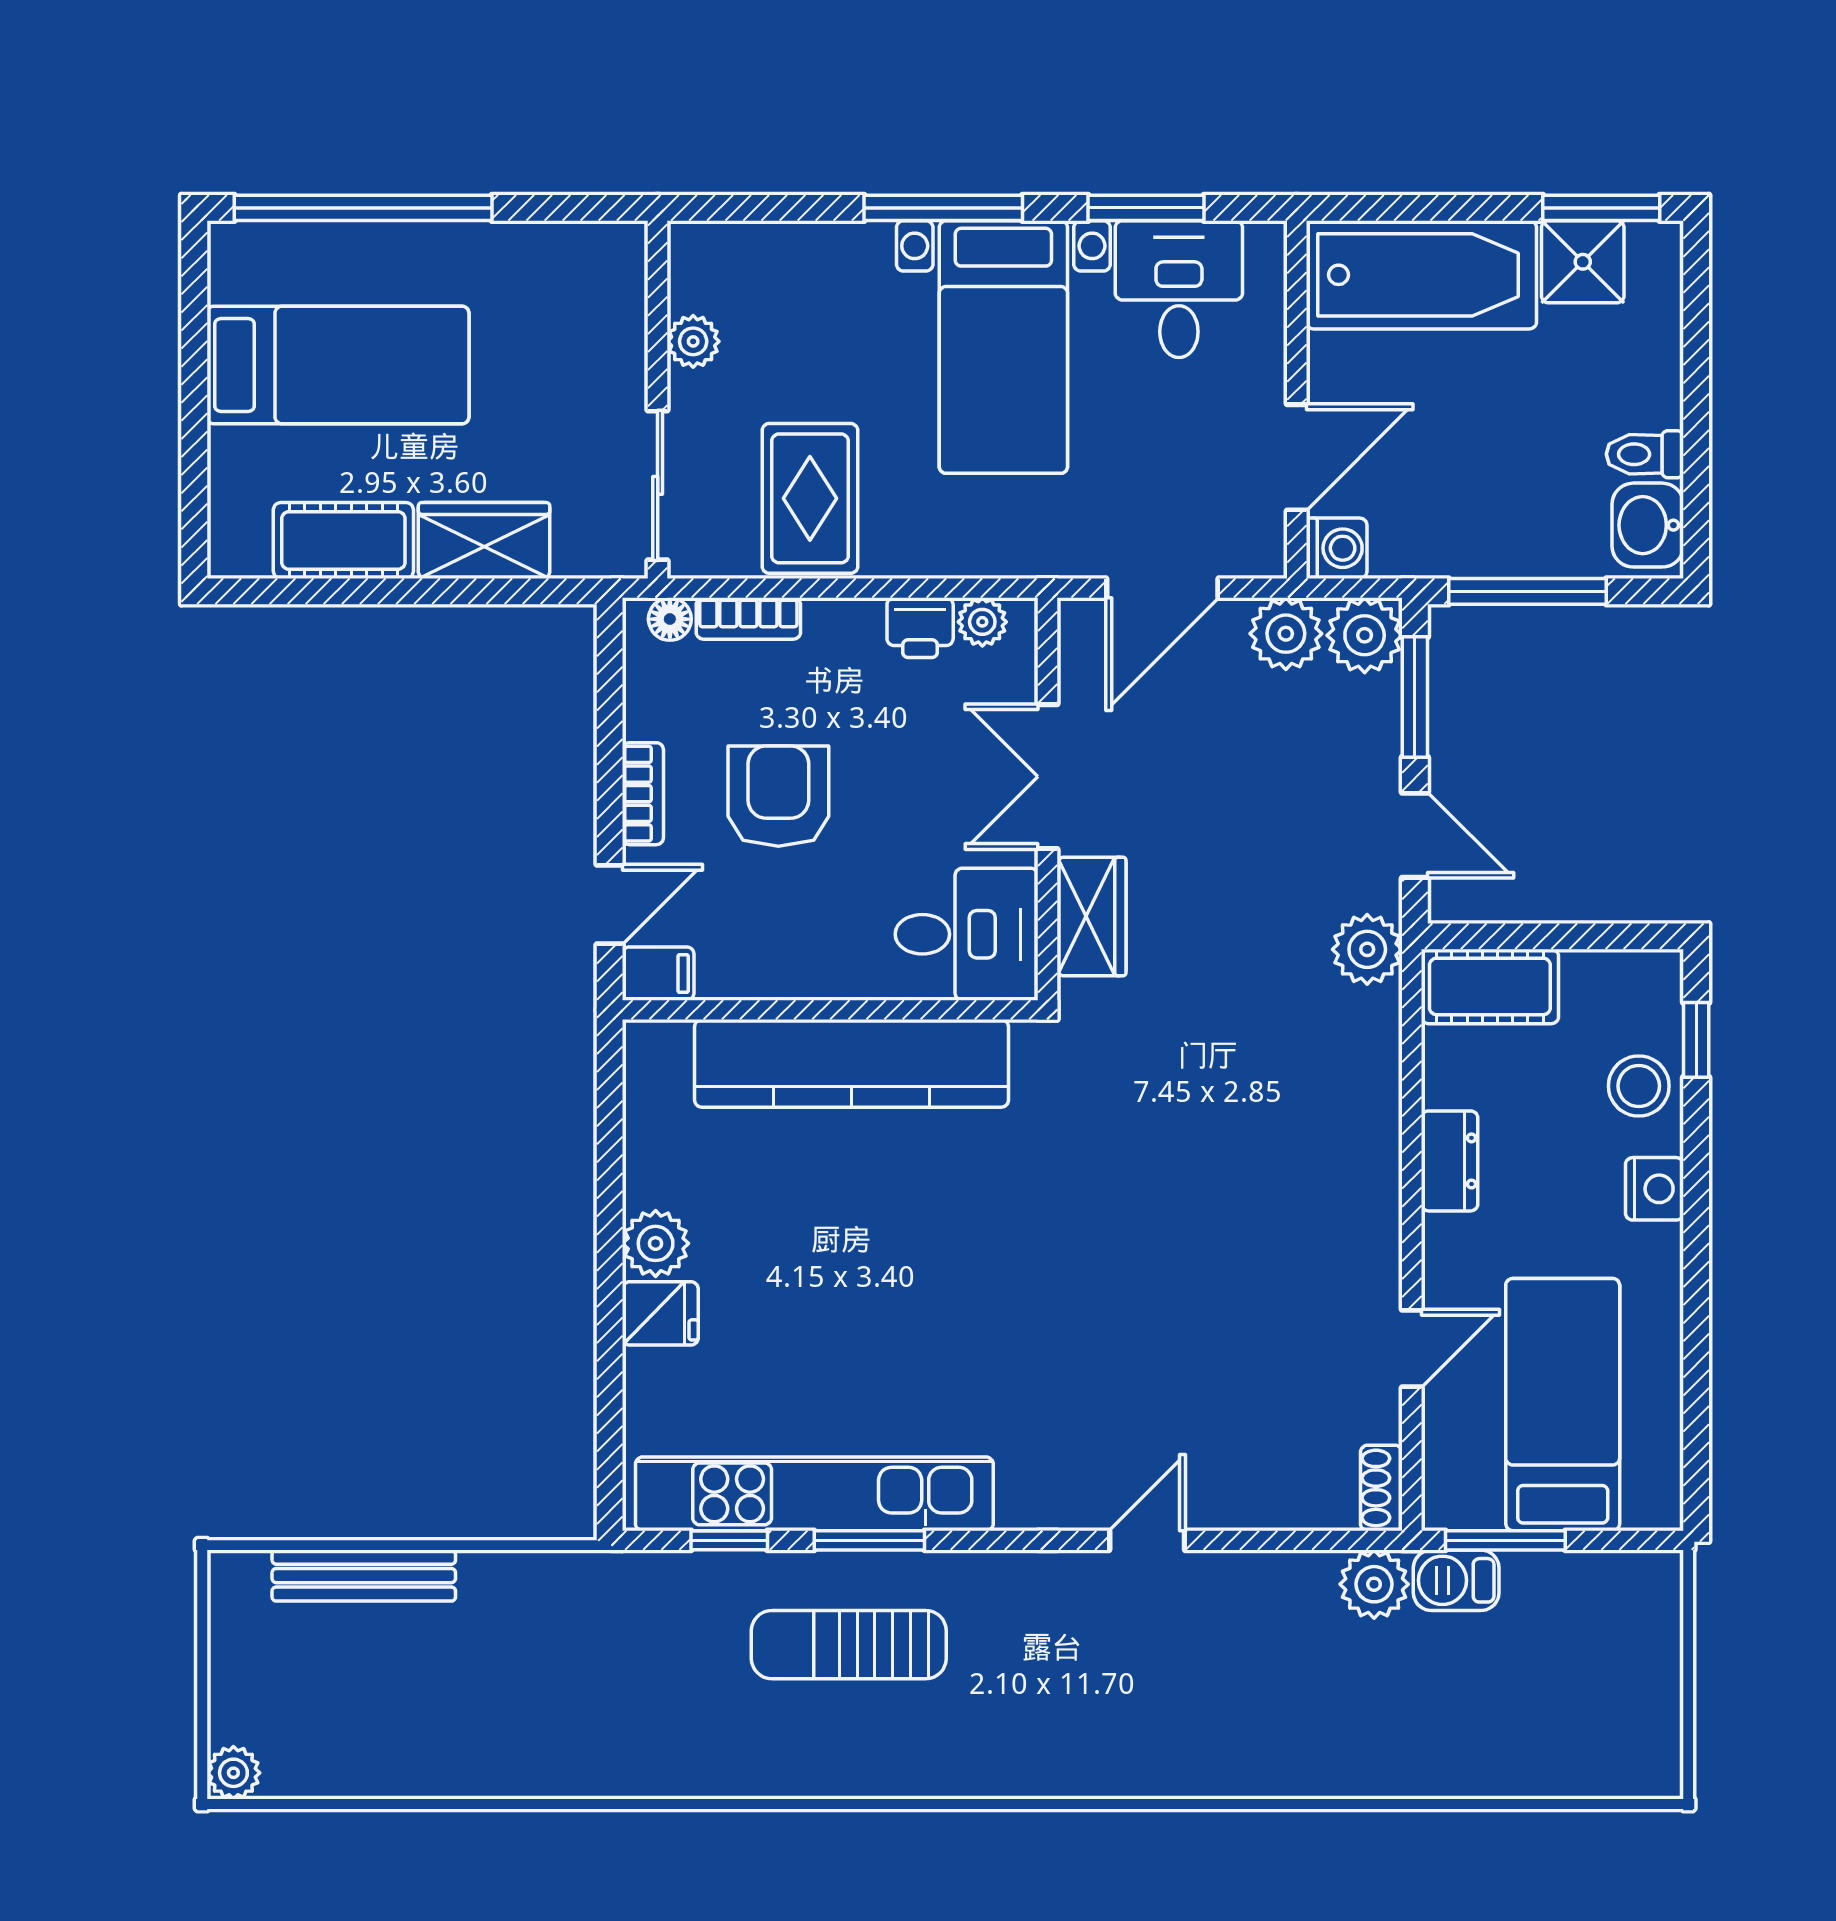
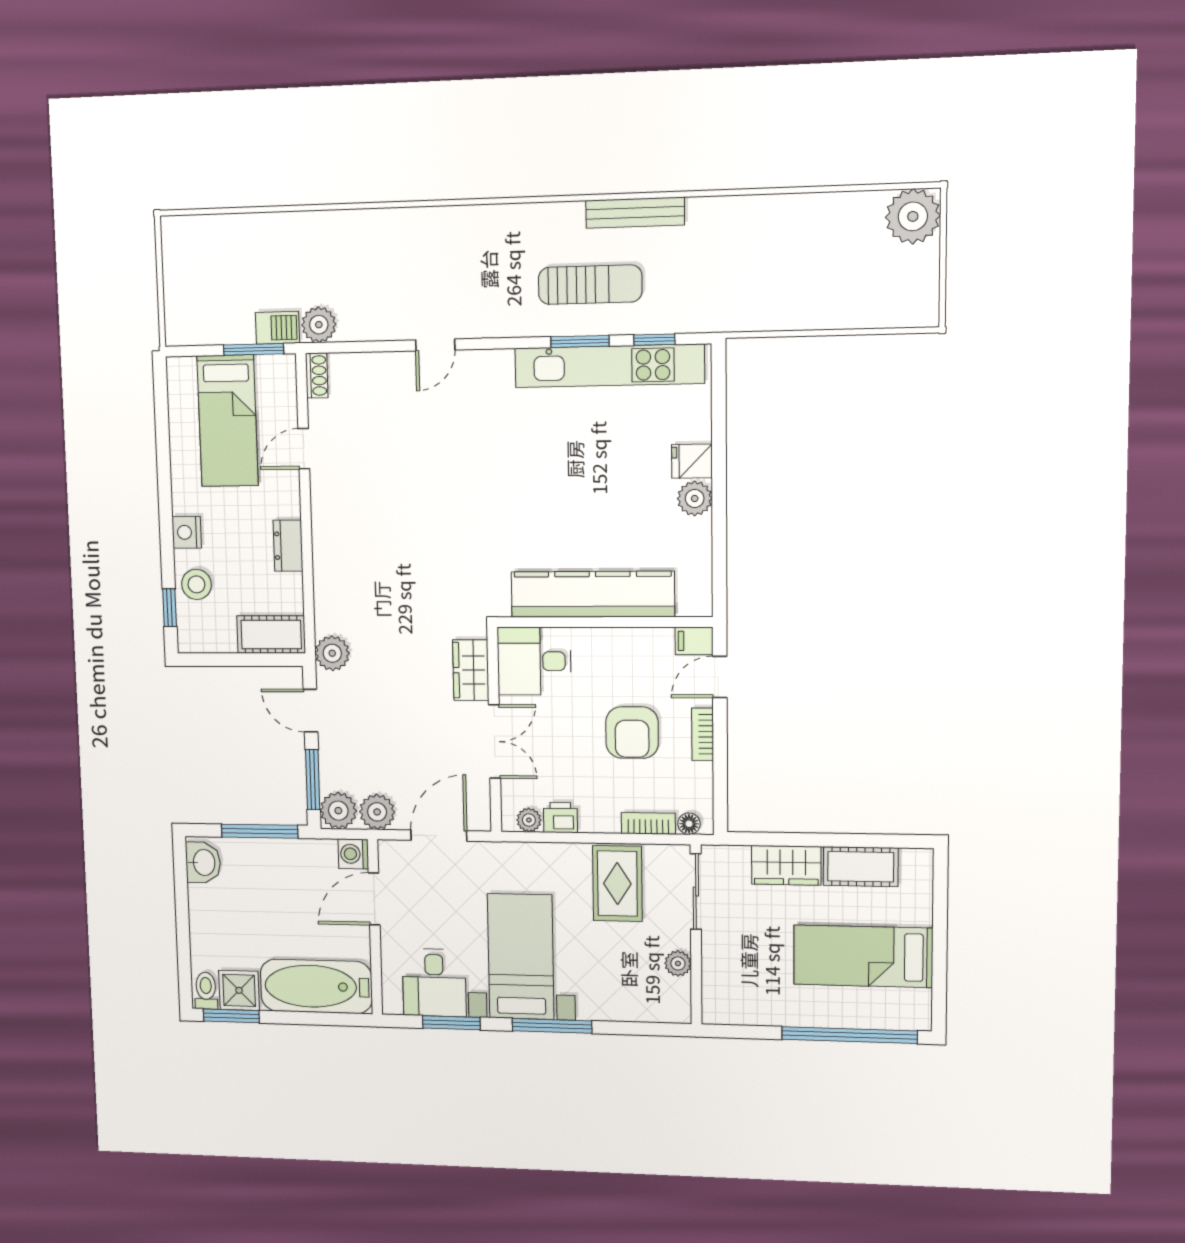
toilet: (1645, 454) -> (206, 991), moved, turned -90
bench: (364, 1576) -> (635, 213), moved
plant: (233, 1773) -> (913, 216), width x1.87, depth x1.87

